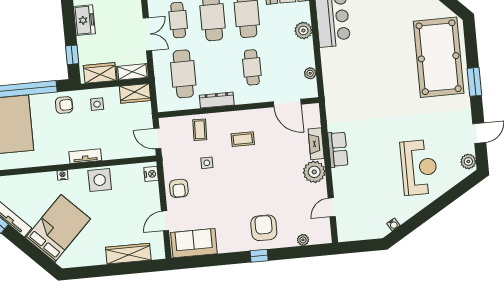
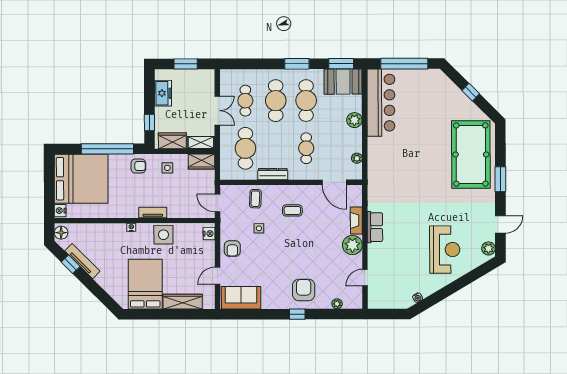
bed: (58, 228) -> (145, 284), moved, turned -45

